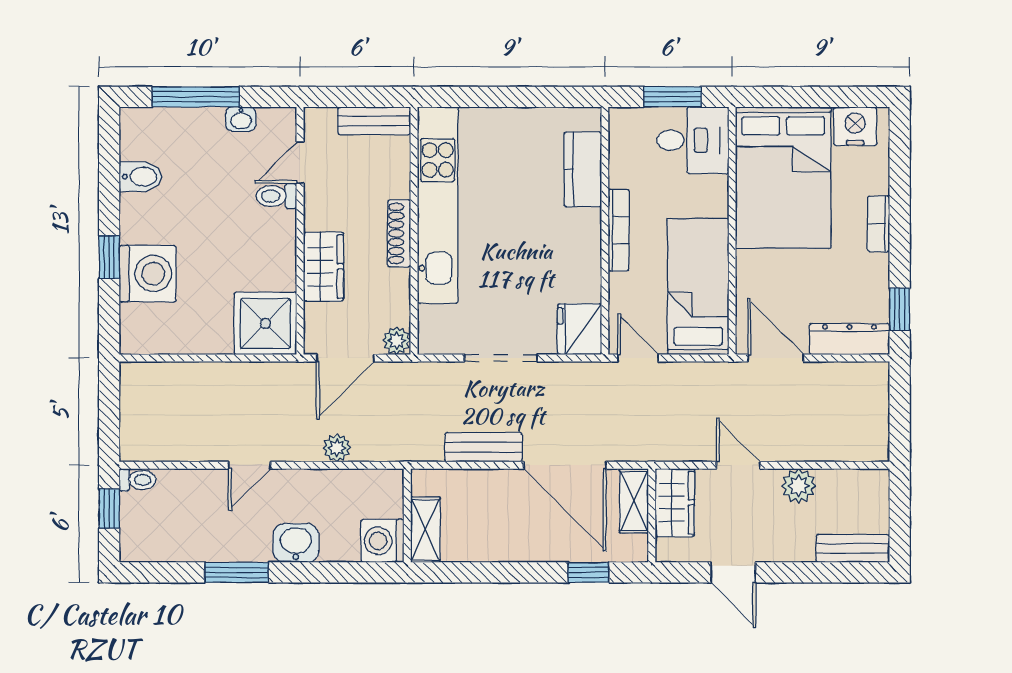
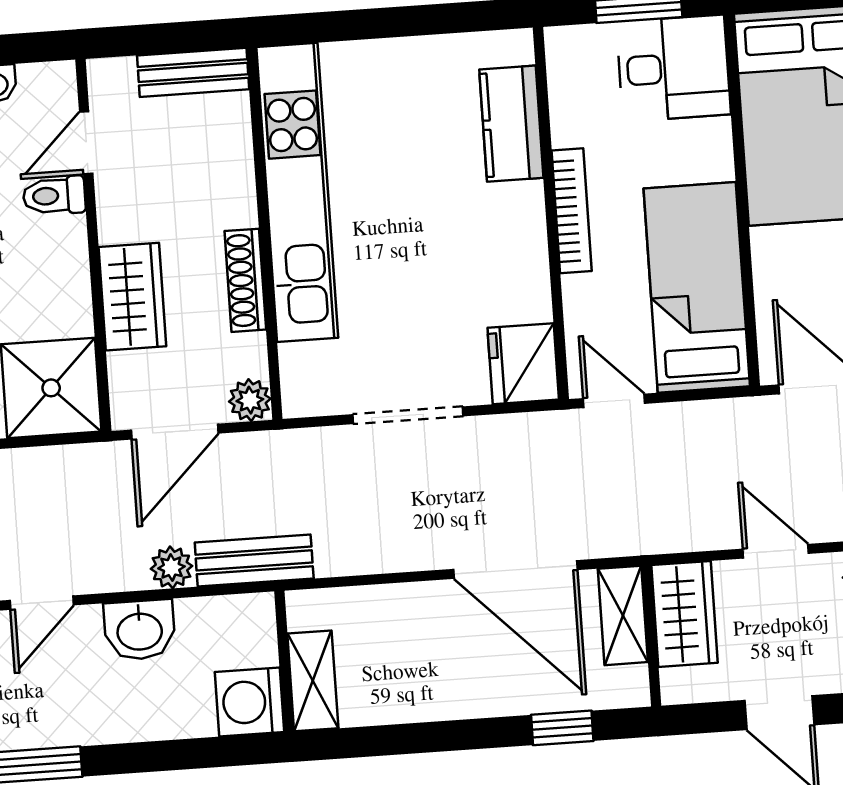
shoe rack: (399, 233) -> (245, 280), moved
bench: (484, 447) -> (254, 560), moved
washbasin: (296, 543) -> (140, 630), moved, turned 180

